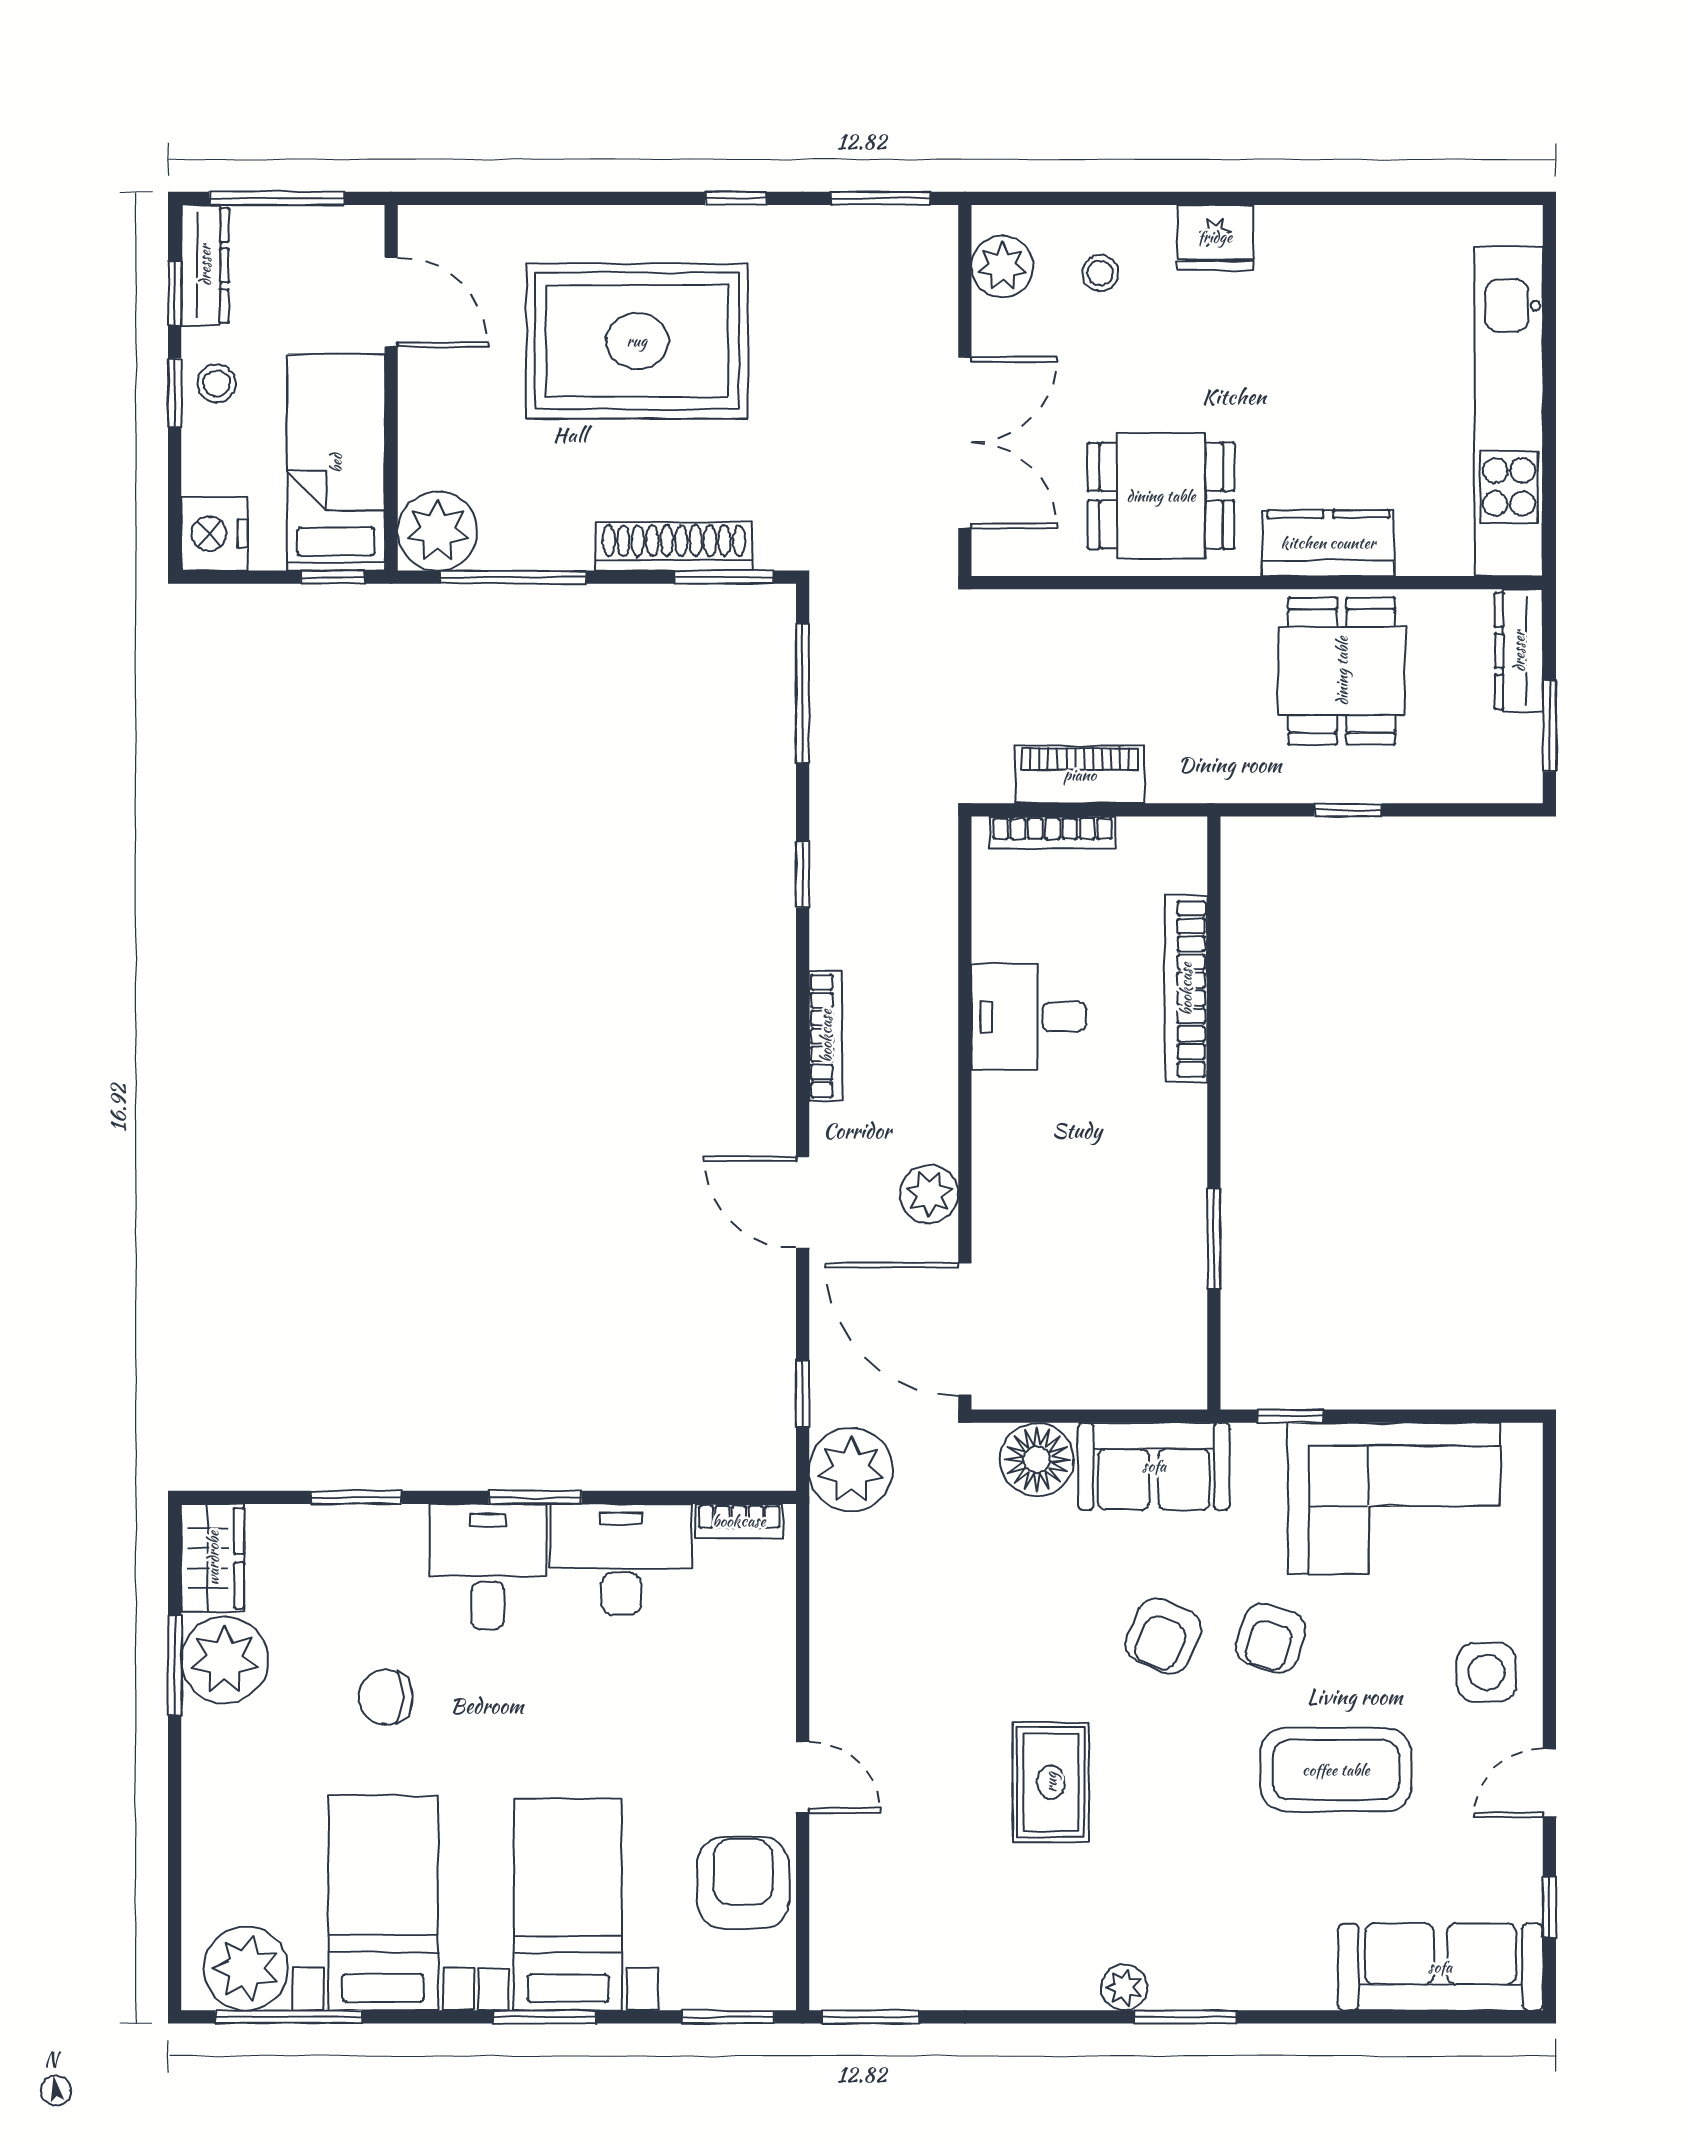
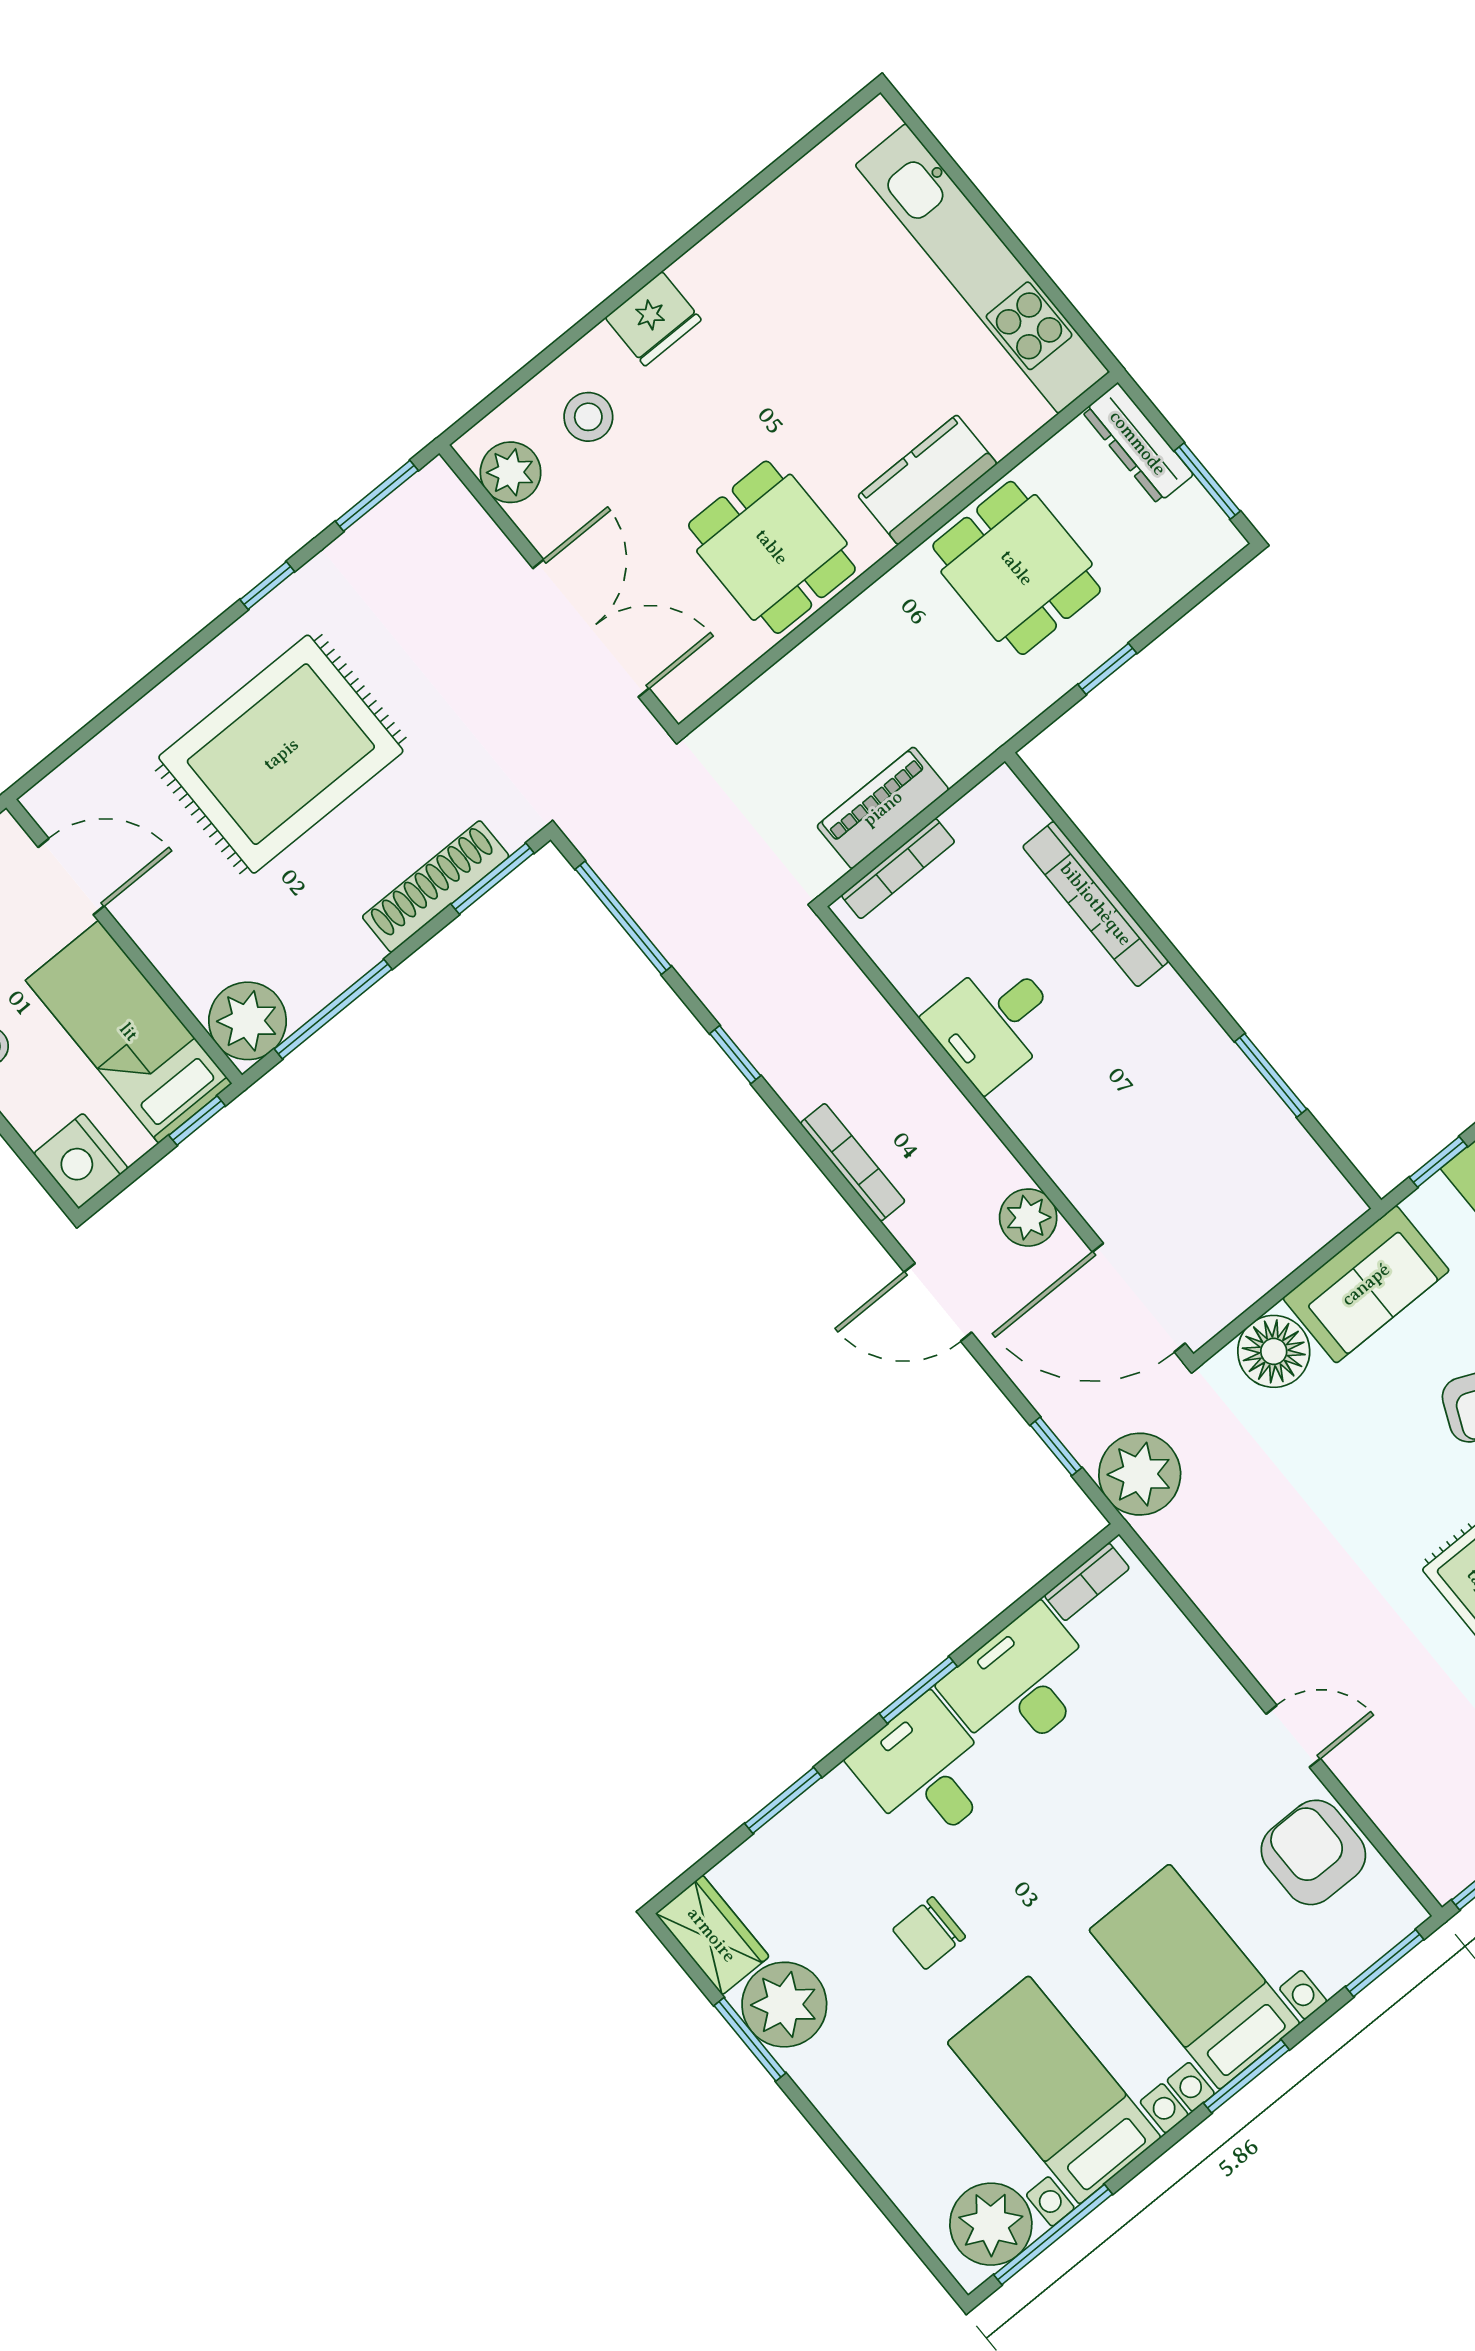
stool: (1100, 273) -> (588, 417), width x1.37, depth x1.37
dining table: (1161, 496) -> (772, 547), turned 90

